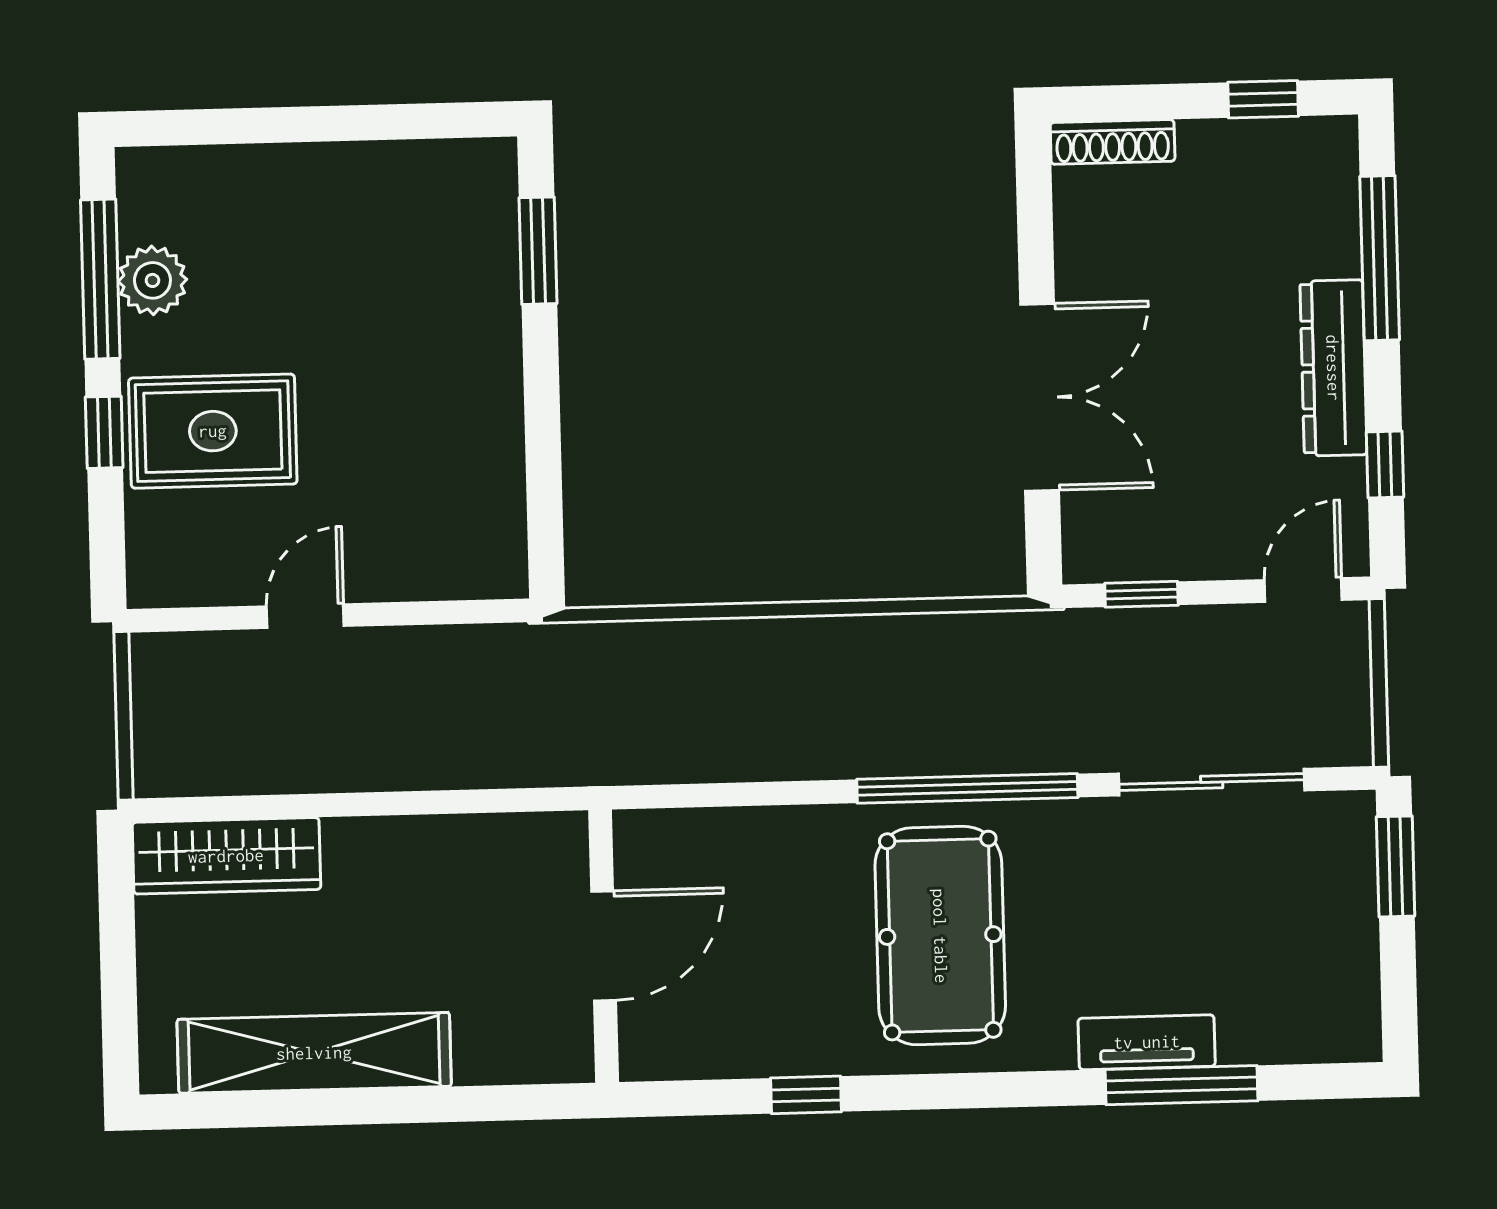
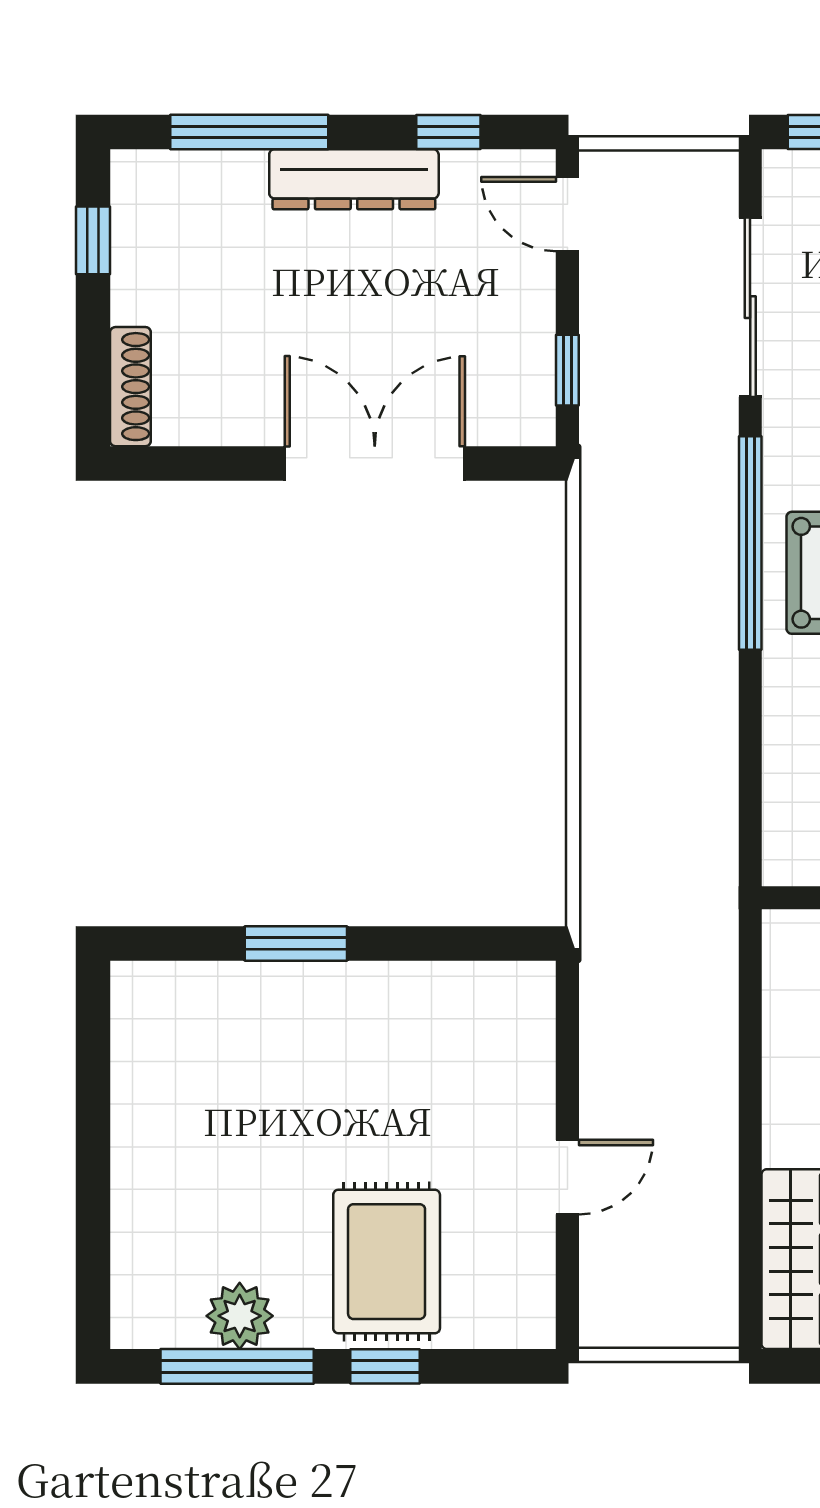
window: (538, 251) -> (296, 943), moved
door: (305, 616) -> (567, 1177), swing flipped

